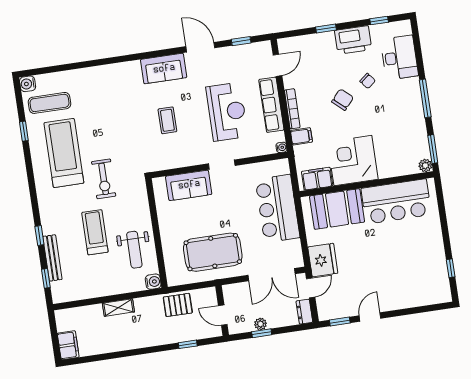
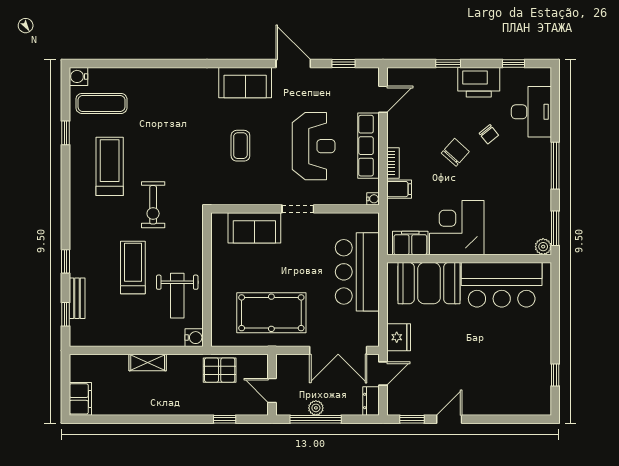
bookcase: (292, 109) -> (393, 163), width x0.64
treadmill: (64, 153) -> (110, 166), width x0.73, depth x0.73
bench: (52, 258) -> (77, 298), width x0.73
fridge: (323, 260) -> (399, 337), width x0.73, depth x0.75
window: (262, 333) -> (316, 419), width x2.17

